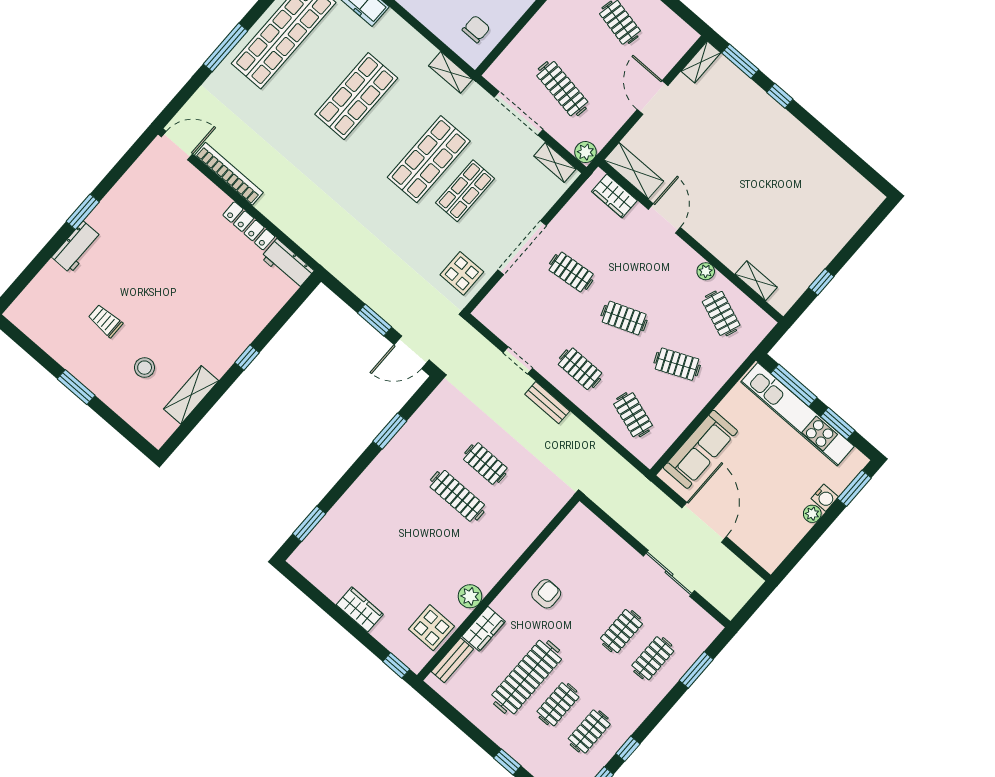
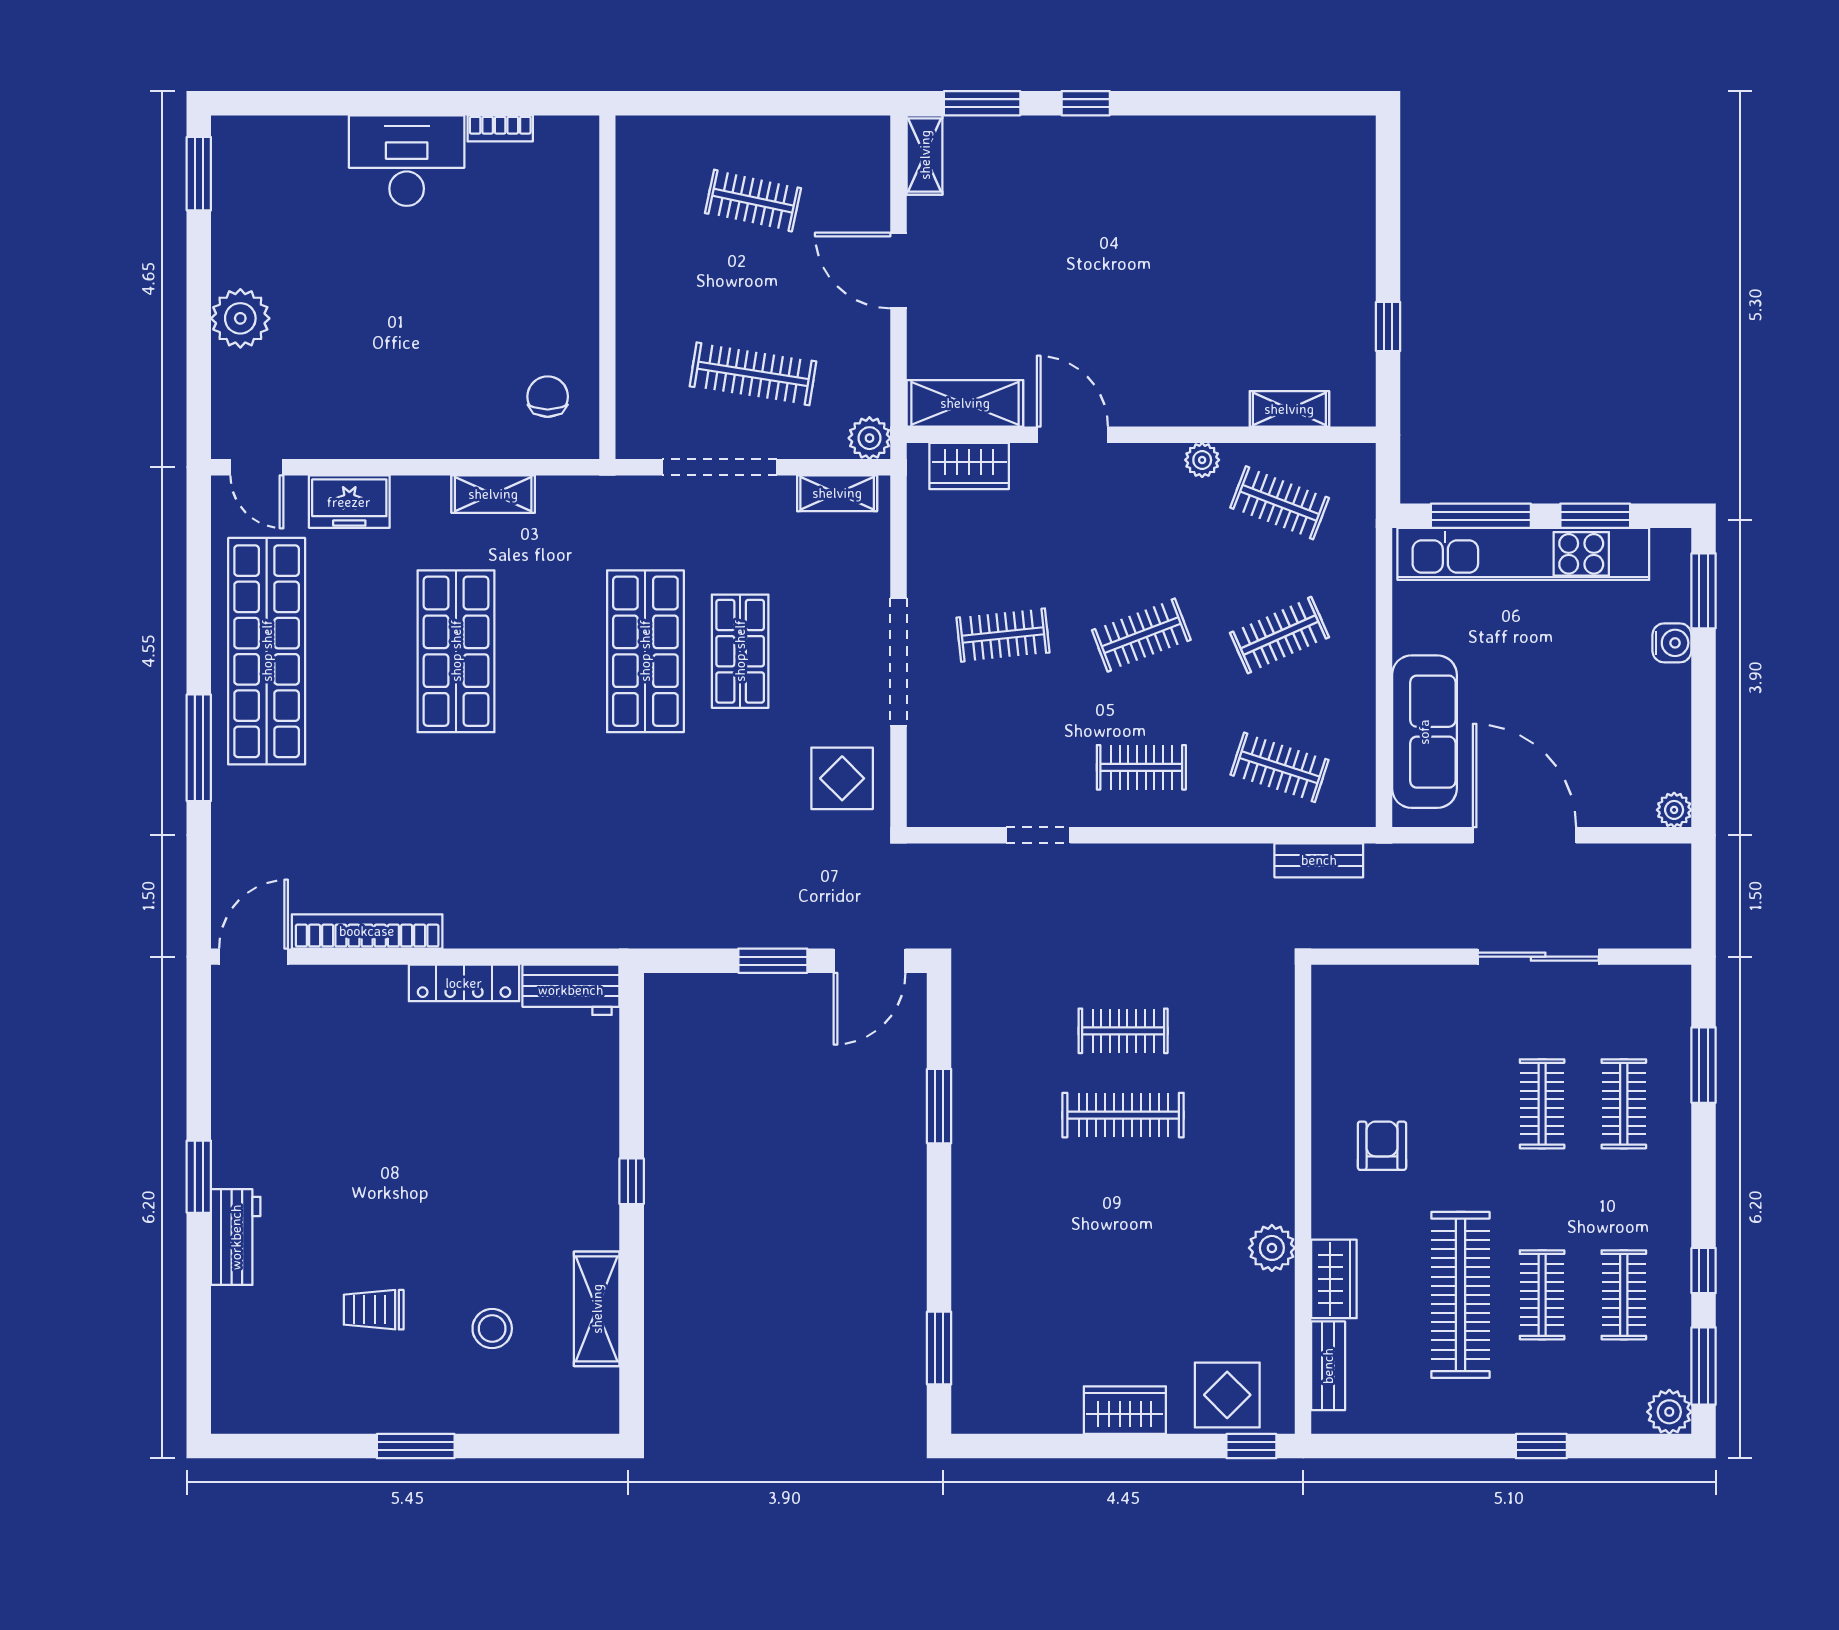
shelving: (451, 72) -> (493, 494), moved
bench: (547, 403) -> (1319, 860), moved
plant: (812, 514) -> (1674, 810), moved
display table: (431, 628) -> (1227, 1395), moved

